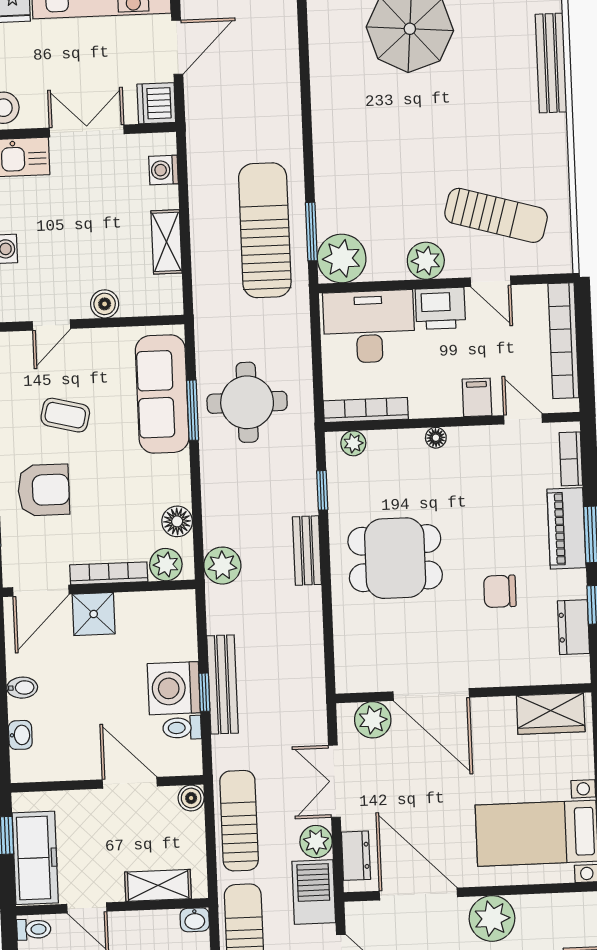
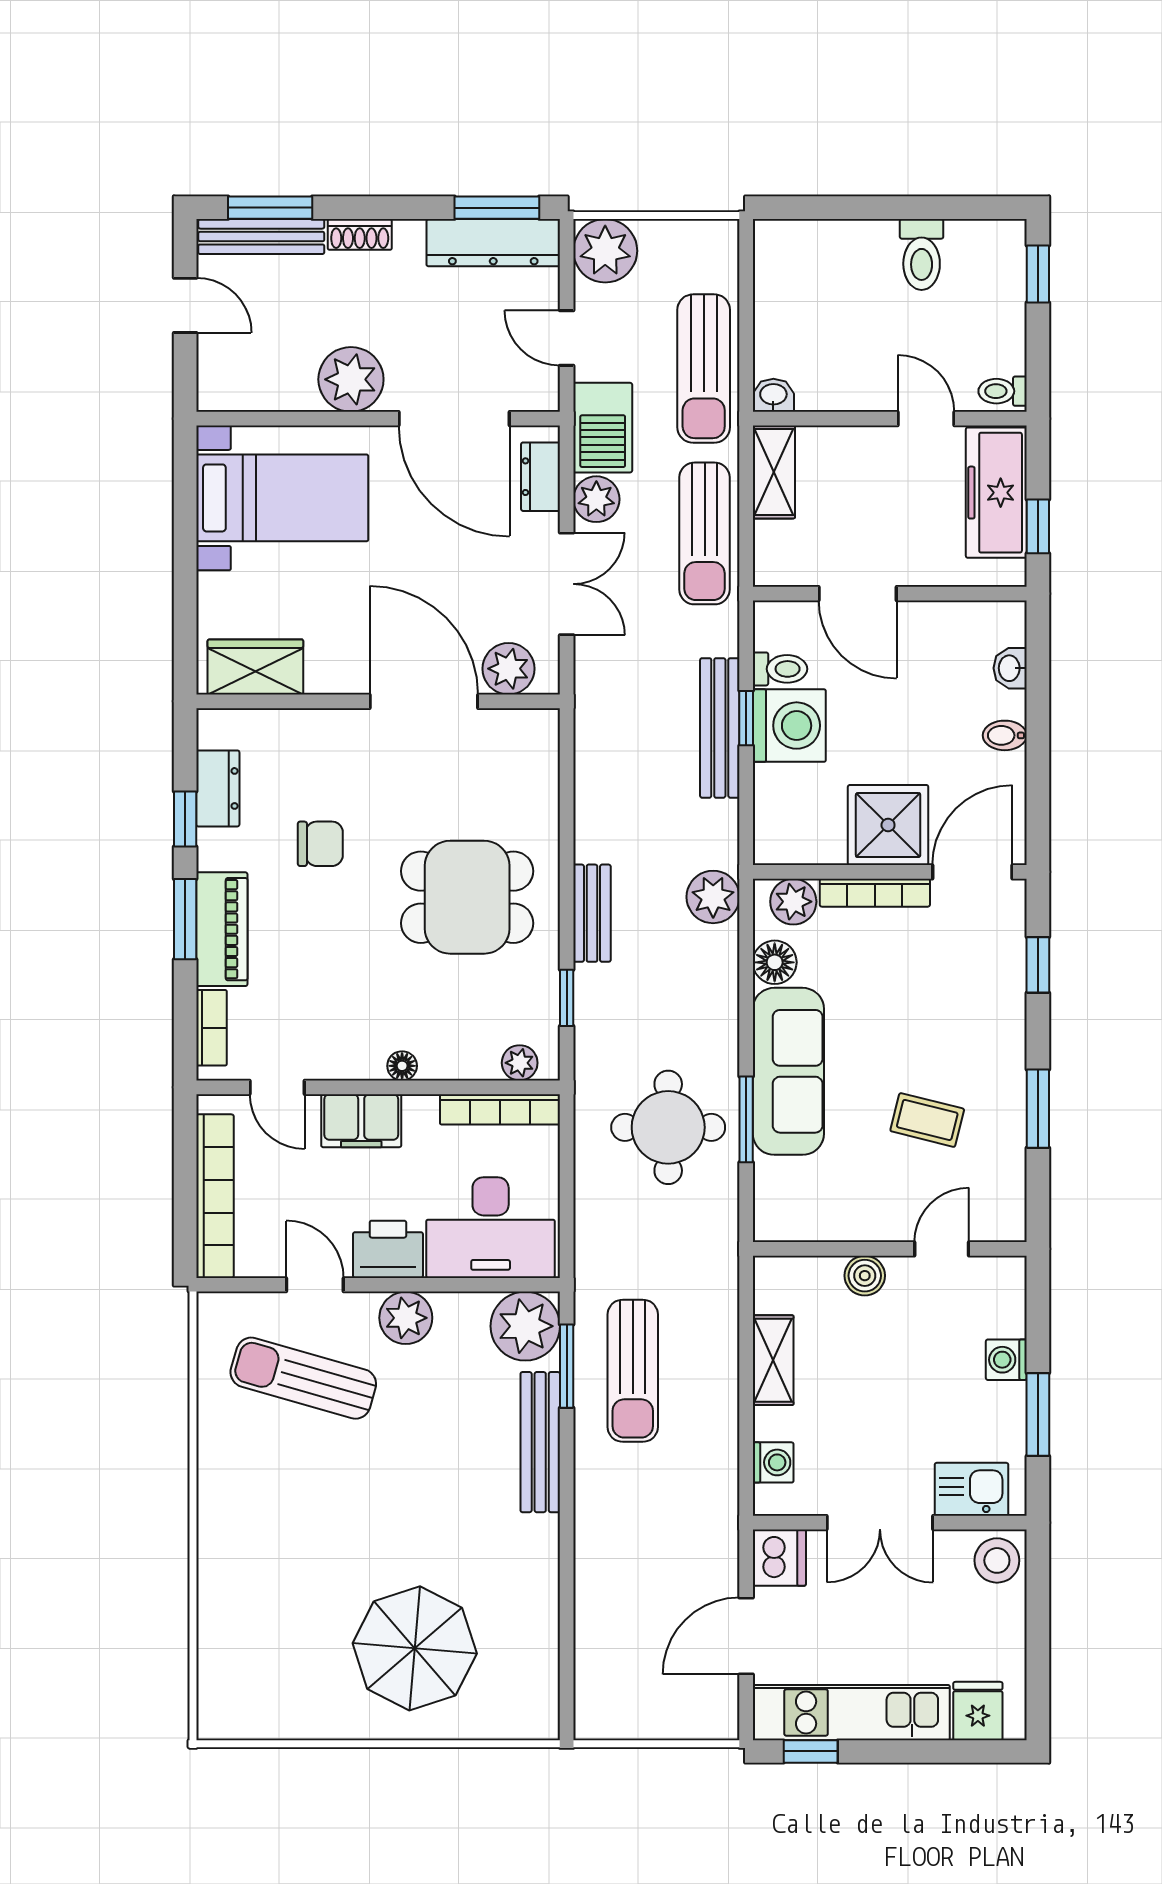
bench: (551, 63) -> (540, 1442), moved
sun lounger: (265, 230) -> (633, 1371), width x0.73, depth x0.75
sofa: (162, 394) -> (788, 1071), moved
filing cabinet: (477, 397) -> (361, 1121), width x2.00
armchair: (44, 490) -> (962, 1015), removed
shower: (94, 614) -> (888, 825), width x1.36, depth x1.36
boiler: (191, 798) -> (771, 568), removed
shelving: (158, 885) -> (774, 472), moved, turned 90

